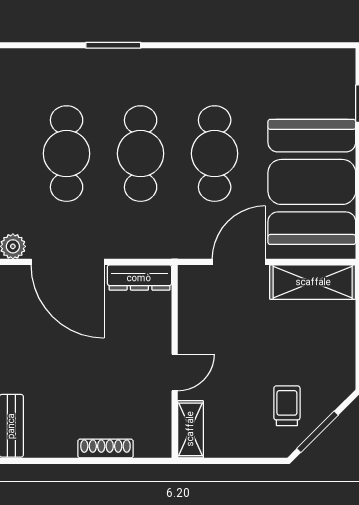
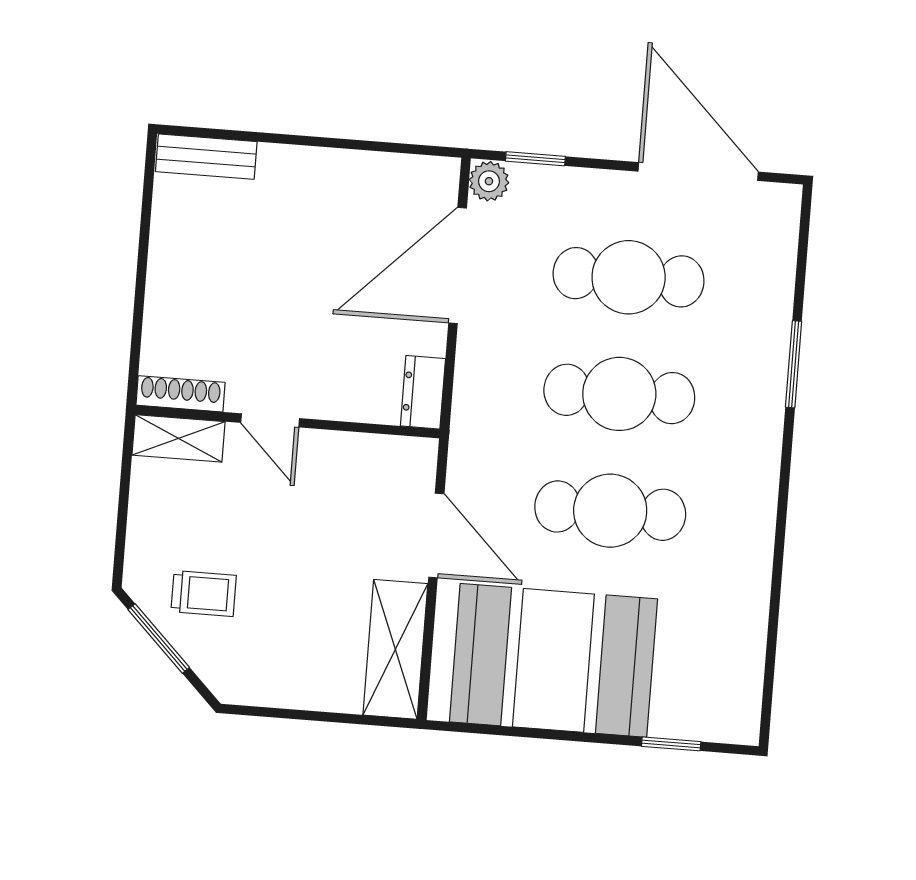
dresser: (139, 278) -> (423, 392), width x0.70
shoe rack: (105, 449) -> (180, 394), moved, turned -90

